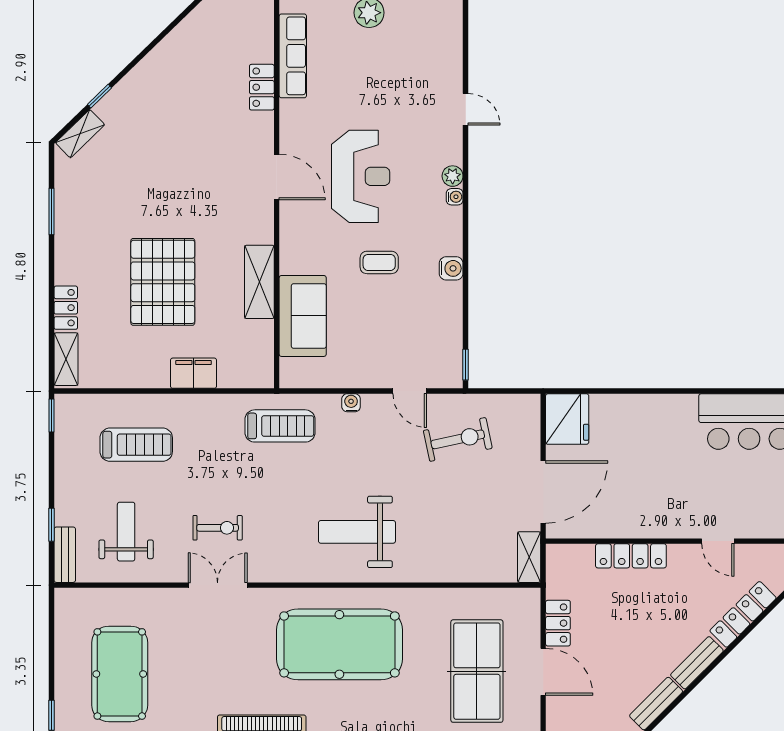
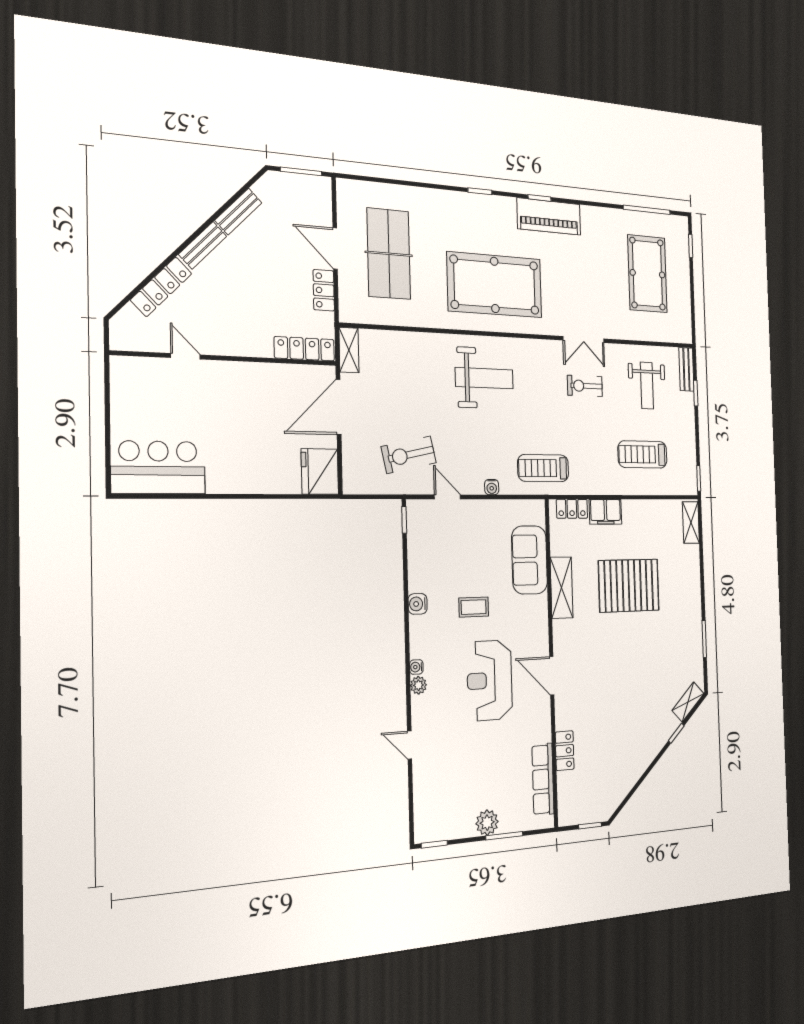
pallet: (163, 282) -> (629, 586), turned 90
locker: (66, 308) -> (572, 509), moved, turned -90
locker: (631, 556) -> (304, 349), moved

